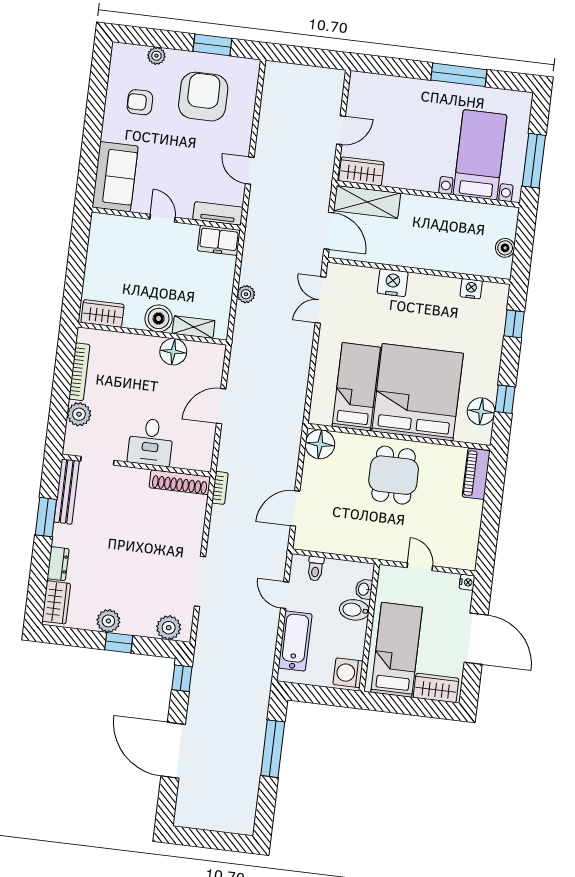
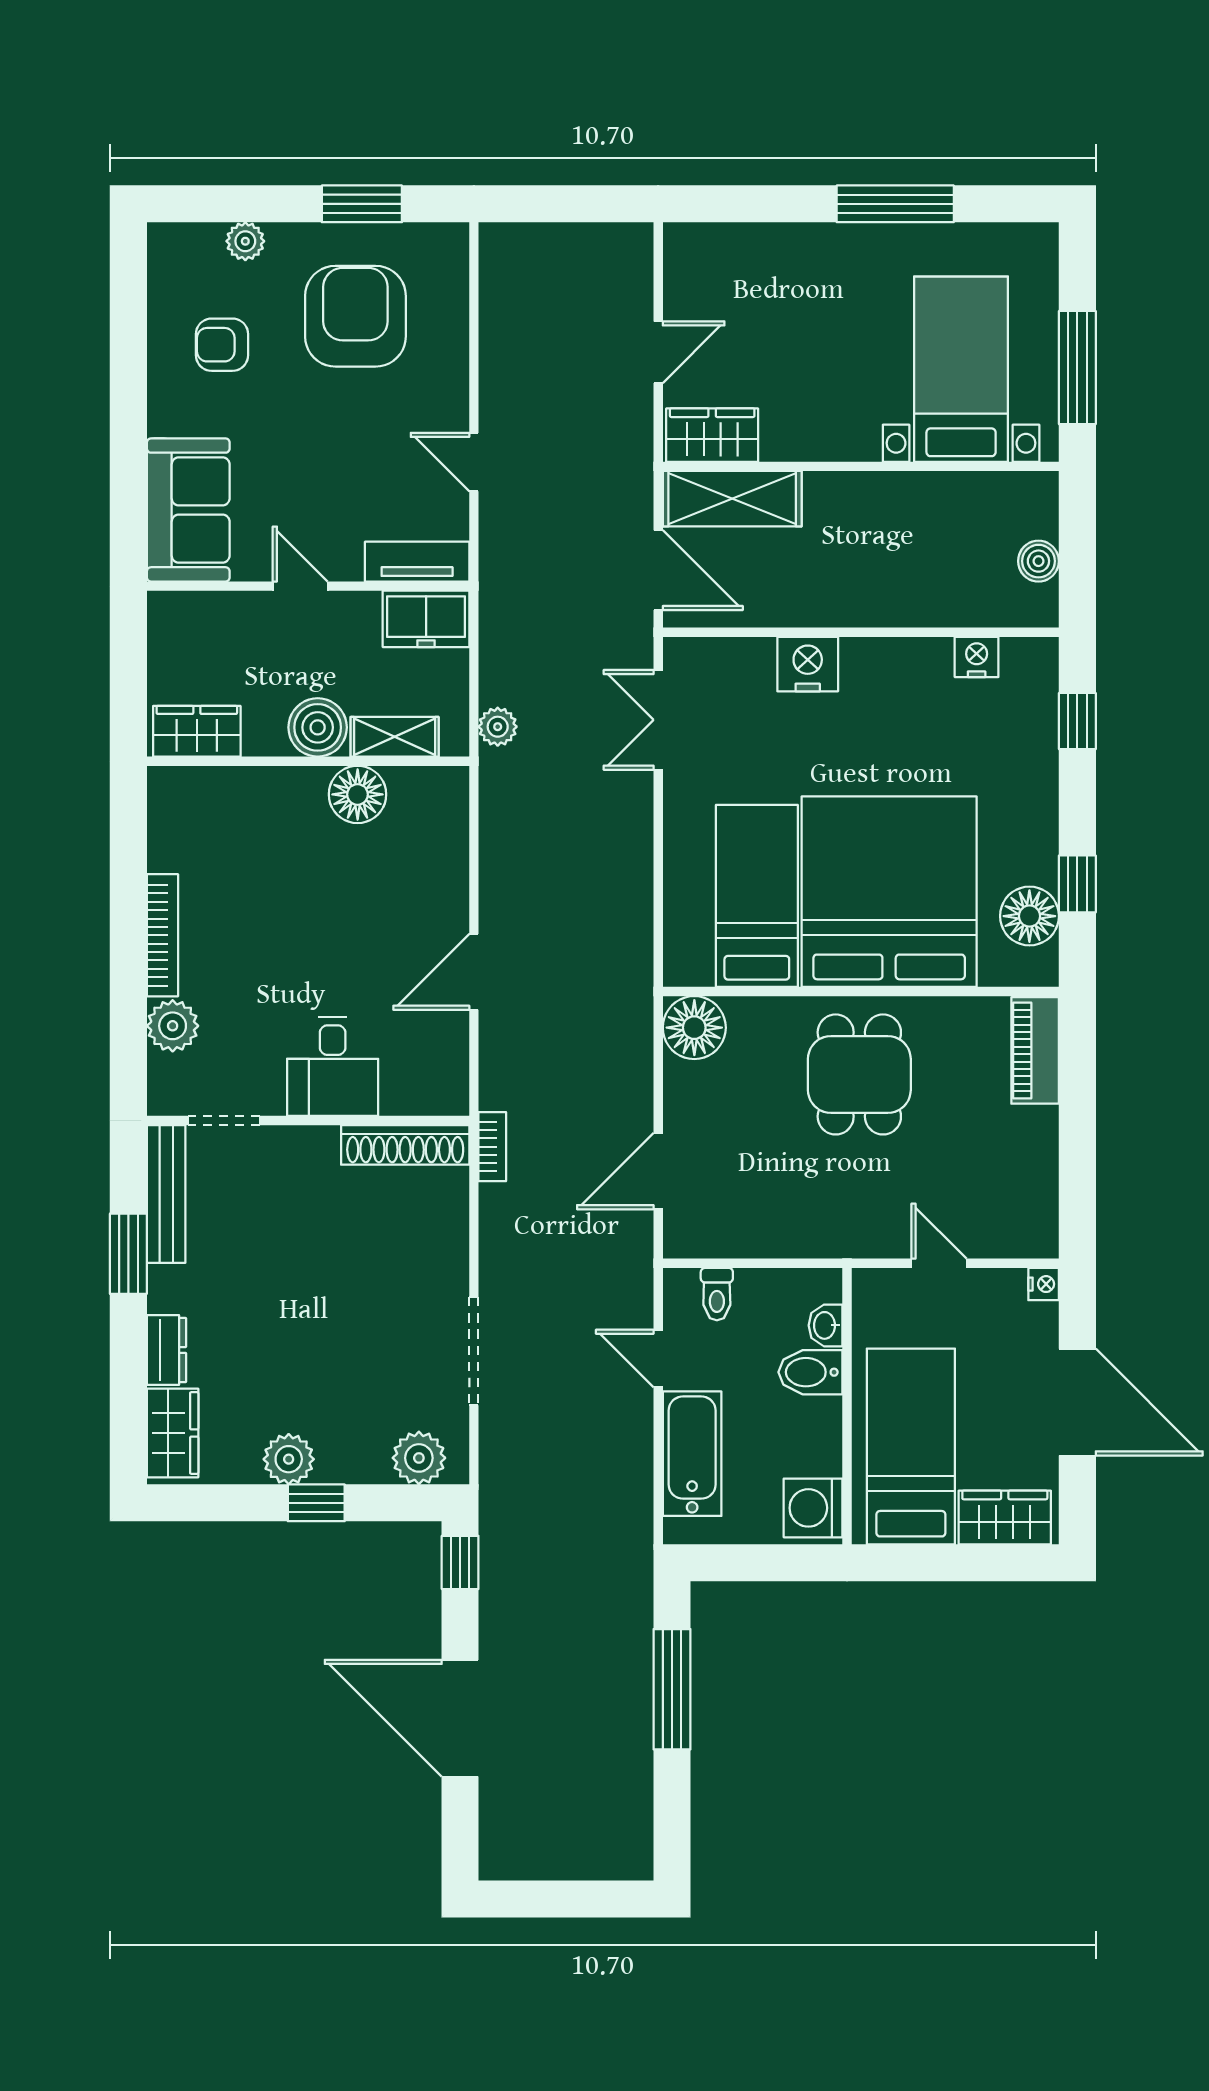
wardrobe: (103, 313) -> (197, 731), moved
boiler: (159, 318) -> (318, 727), moved
shelving: (194, 327) -> (395, 737), moved
wall: (152, 334) -> (308, 761), moved
floor lamp: (173, 352) -> (358, 794), moved

